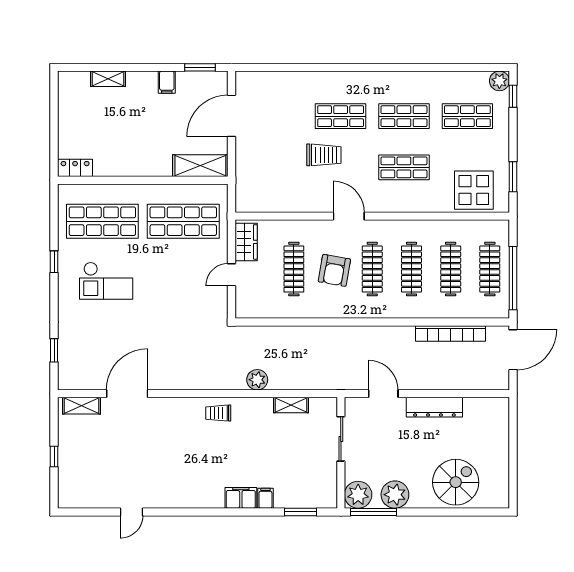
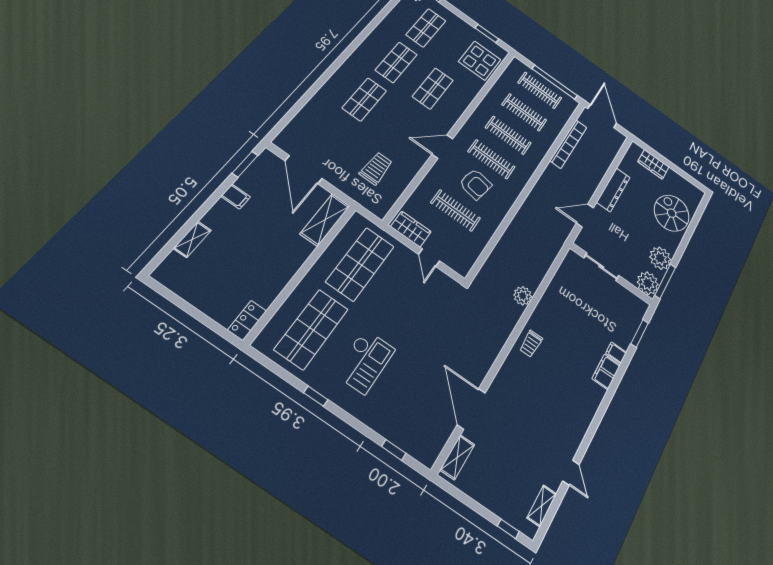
trolley: (324, 155) -> (376, 168), moved
shelving: (291, 405) -> (542, 506), moved
wardrobe: (499, 434) -> (653, 164), added
window: (54, 456) -> (508, 529), moved

